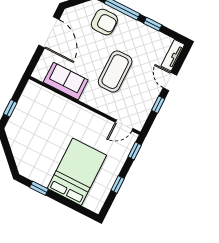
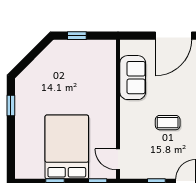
coffee table: (115, 72) -> (168, 123), width x0.54, depth x0.58
bed: (77, 172) -> (67, 147), moved, turned -90

